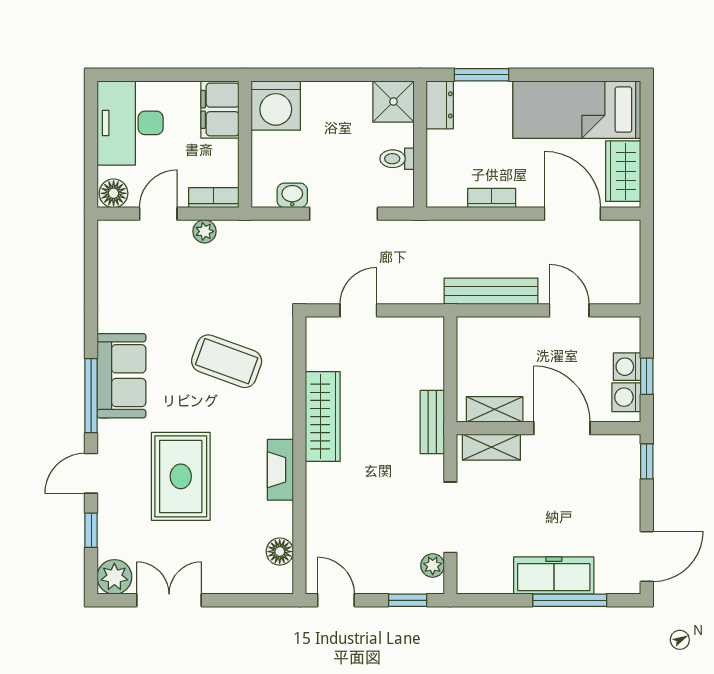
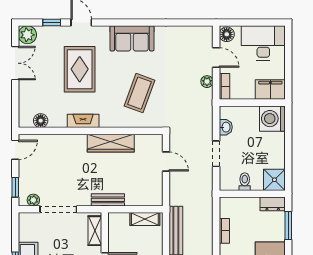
doorway: (344, 214) -> (216, 154), width x0.73
window: (91, 396) -> (122, 23), removed
shelving: (495, 409) -> (145, 219), moved, turned 90
rug: (181, 476) -> (80, 69), turned 90

